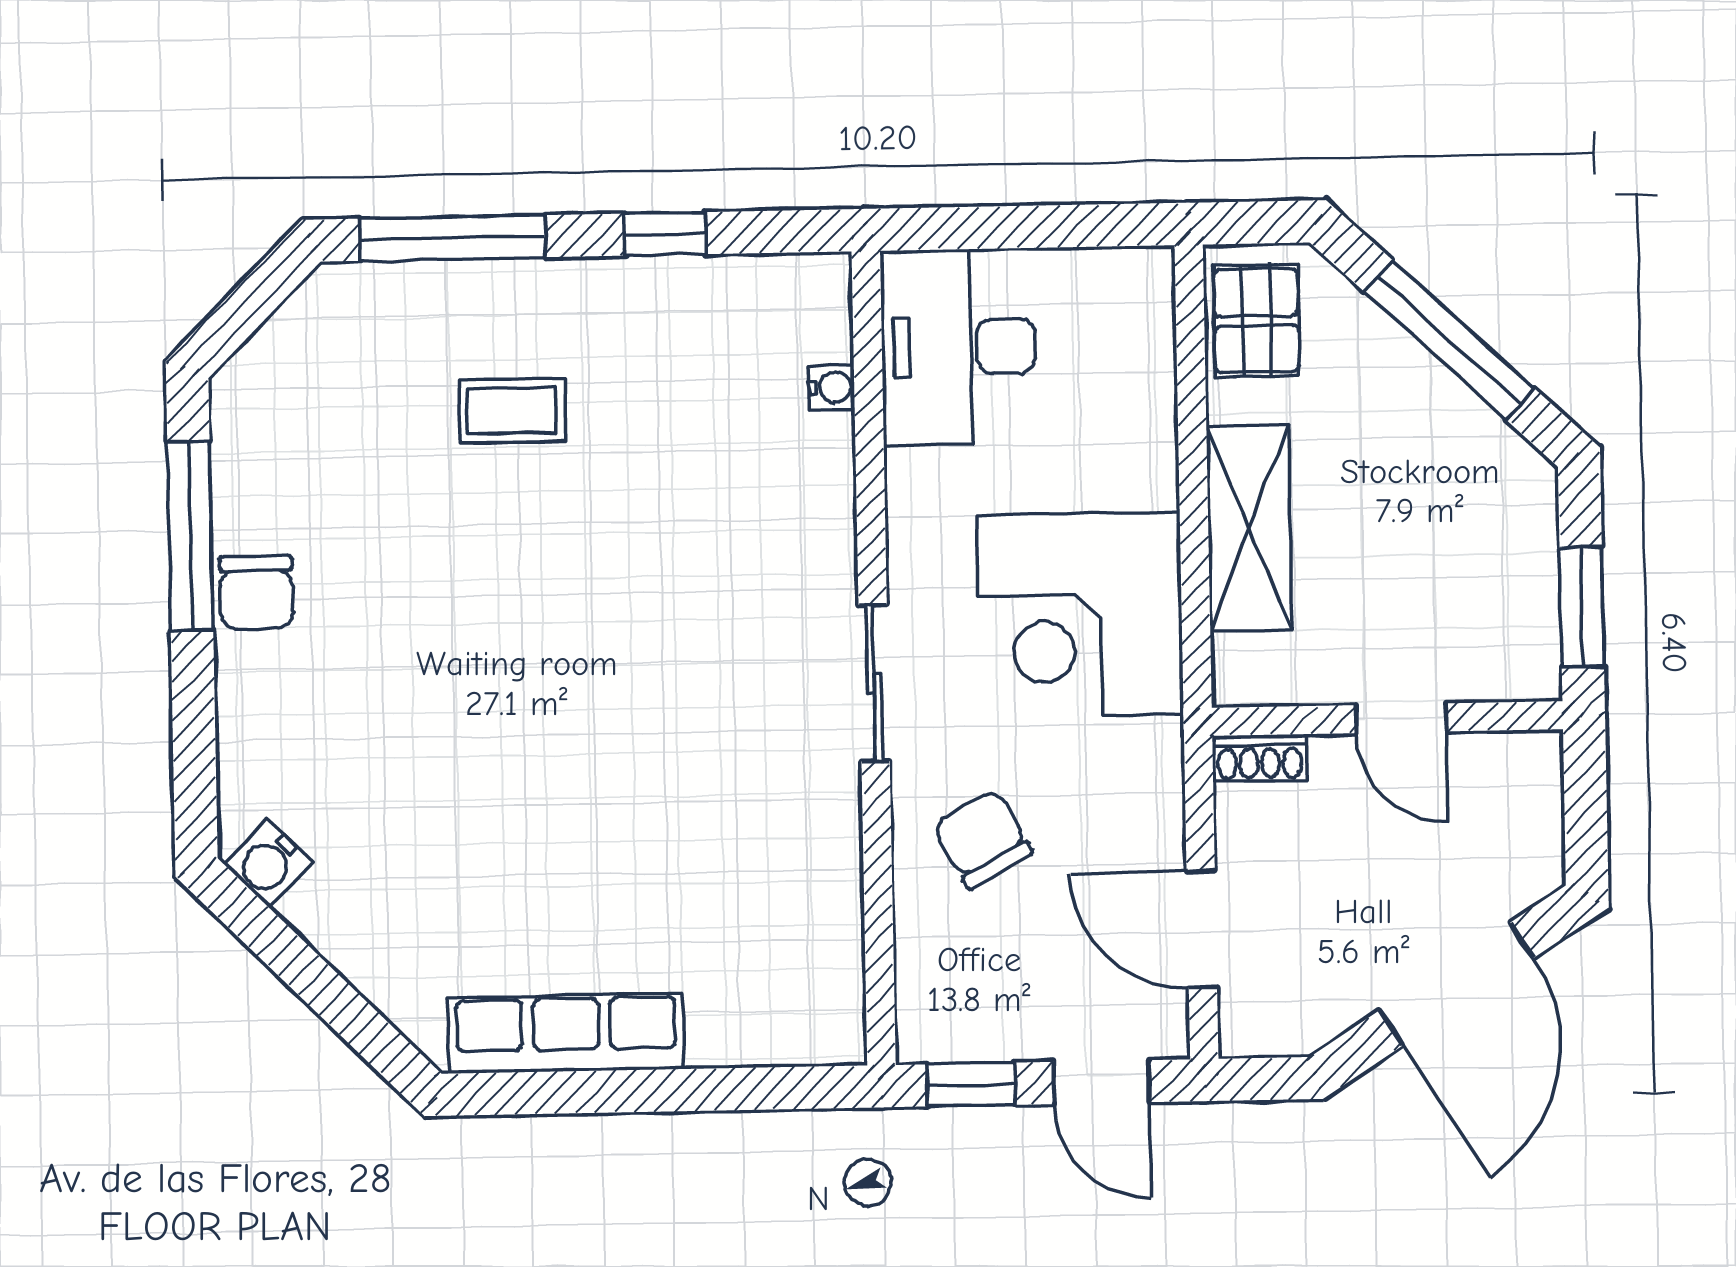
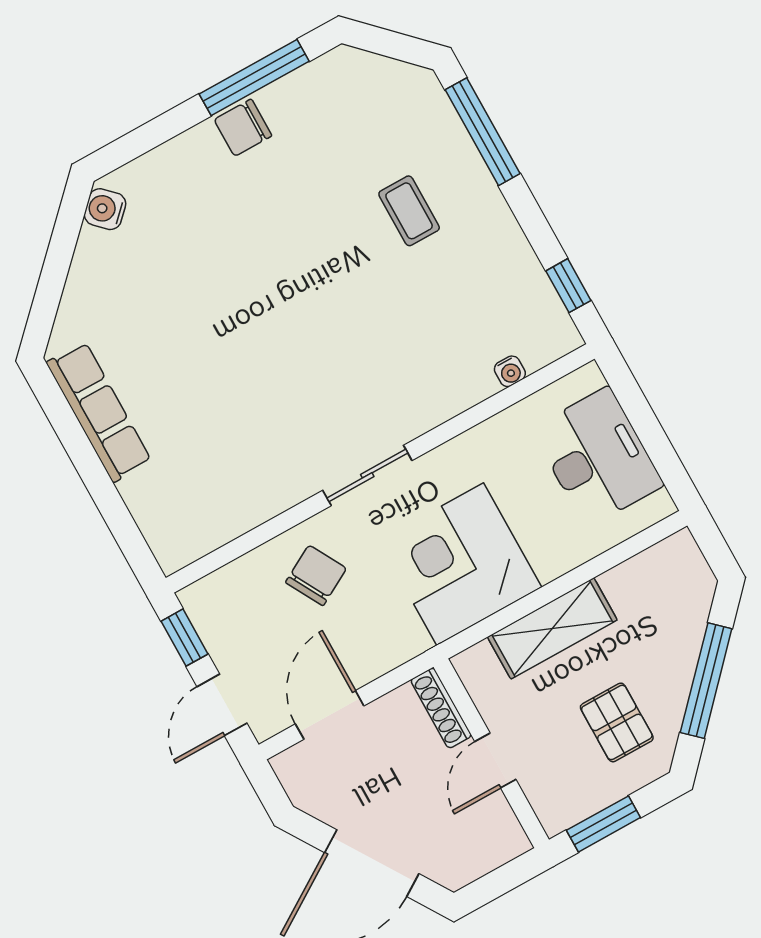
window: (665, 234) -> (568, 286), moved
pallet: (1256, 321) -> (617, 722), moved, turned 90
desk: (958, 347) -> (597, 457), moved, turned 90
shoe rack: (1260, 758) -> (441, 708), width x1.43

